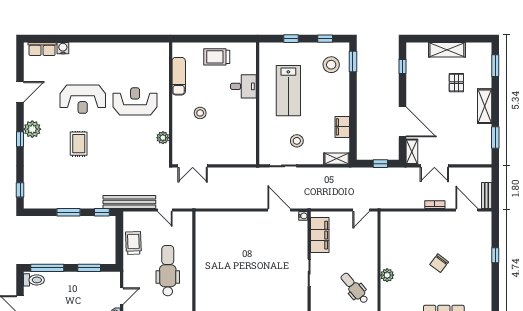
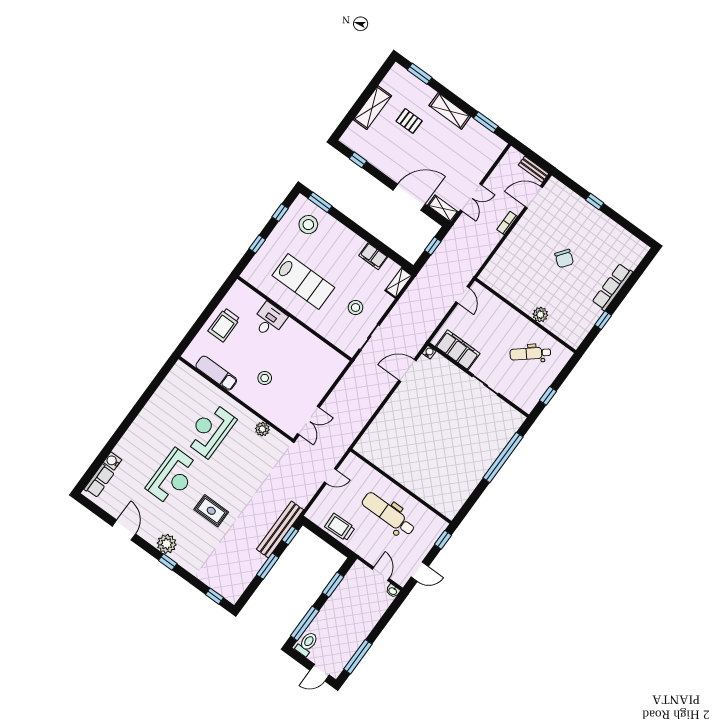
bench: (129, 202) -> (280, 530), moved

